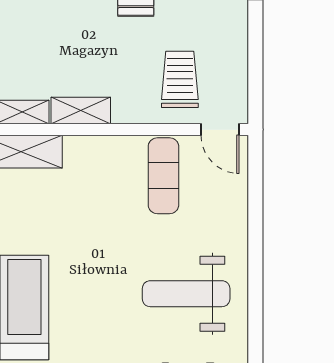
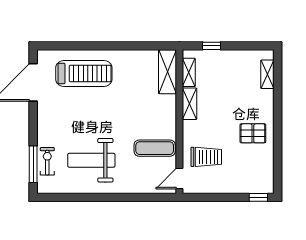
weight bench: (186, 294) -> (91, 160), turned -90

